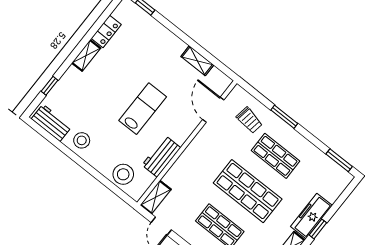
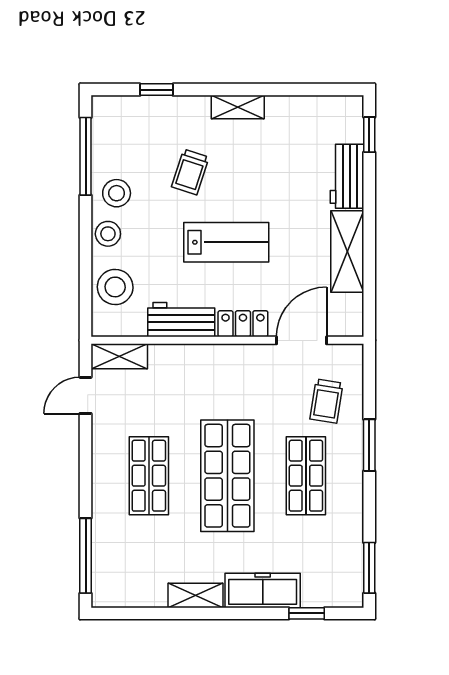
locker: (106, 31) -> (243, 324), moved, turned 180
shelving: (197, 61) -> (347, 252), width x1.50, depth x1.33
trolley: (98, 100) -> (190, 172), added
workbench: (51, 123) -> (347, 176), moved, turned 180
window: (54, 141) -> (86, 156), added
stool: (97, 159) -> (108, 234), added
window: (318, 229) -> (307, 613), moved

